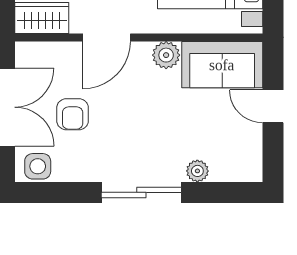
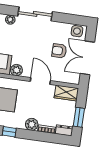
door: (107, 37) -> (40, 81), hinge flipped
armchair: (73, 114) -> (59, 51), turned -90

